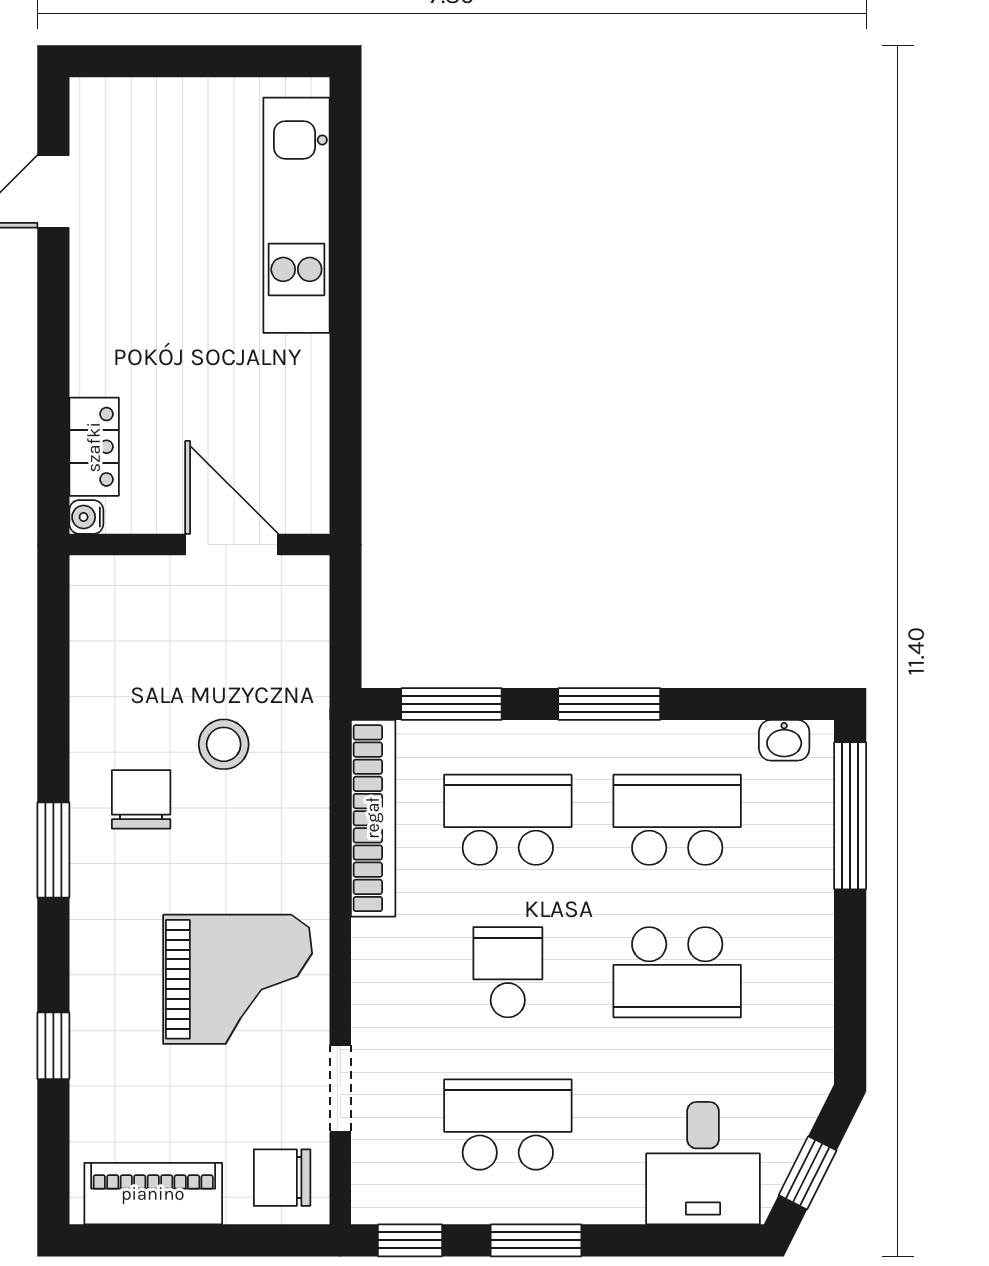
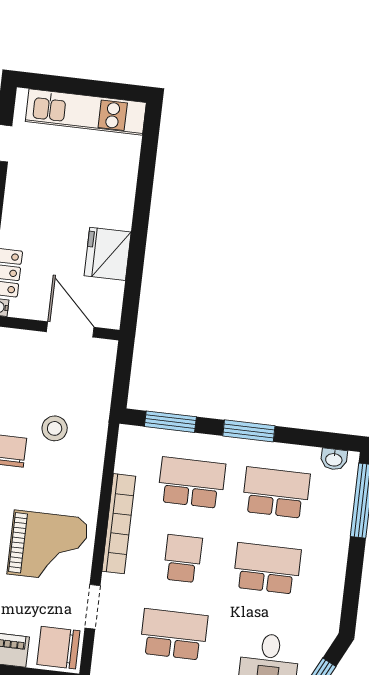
kitchen unit: (296, 215) -> (86, 112), moved, turned -90
fridge: (288, 386) -> (108, 254), added
bookcase: (373, 818) -> (119, 524), moved
school desk: (677, 972) -> (267, 568), turned 180
chair: (282, 1178) -> (58, 648), width x1.37, depth x1.37

